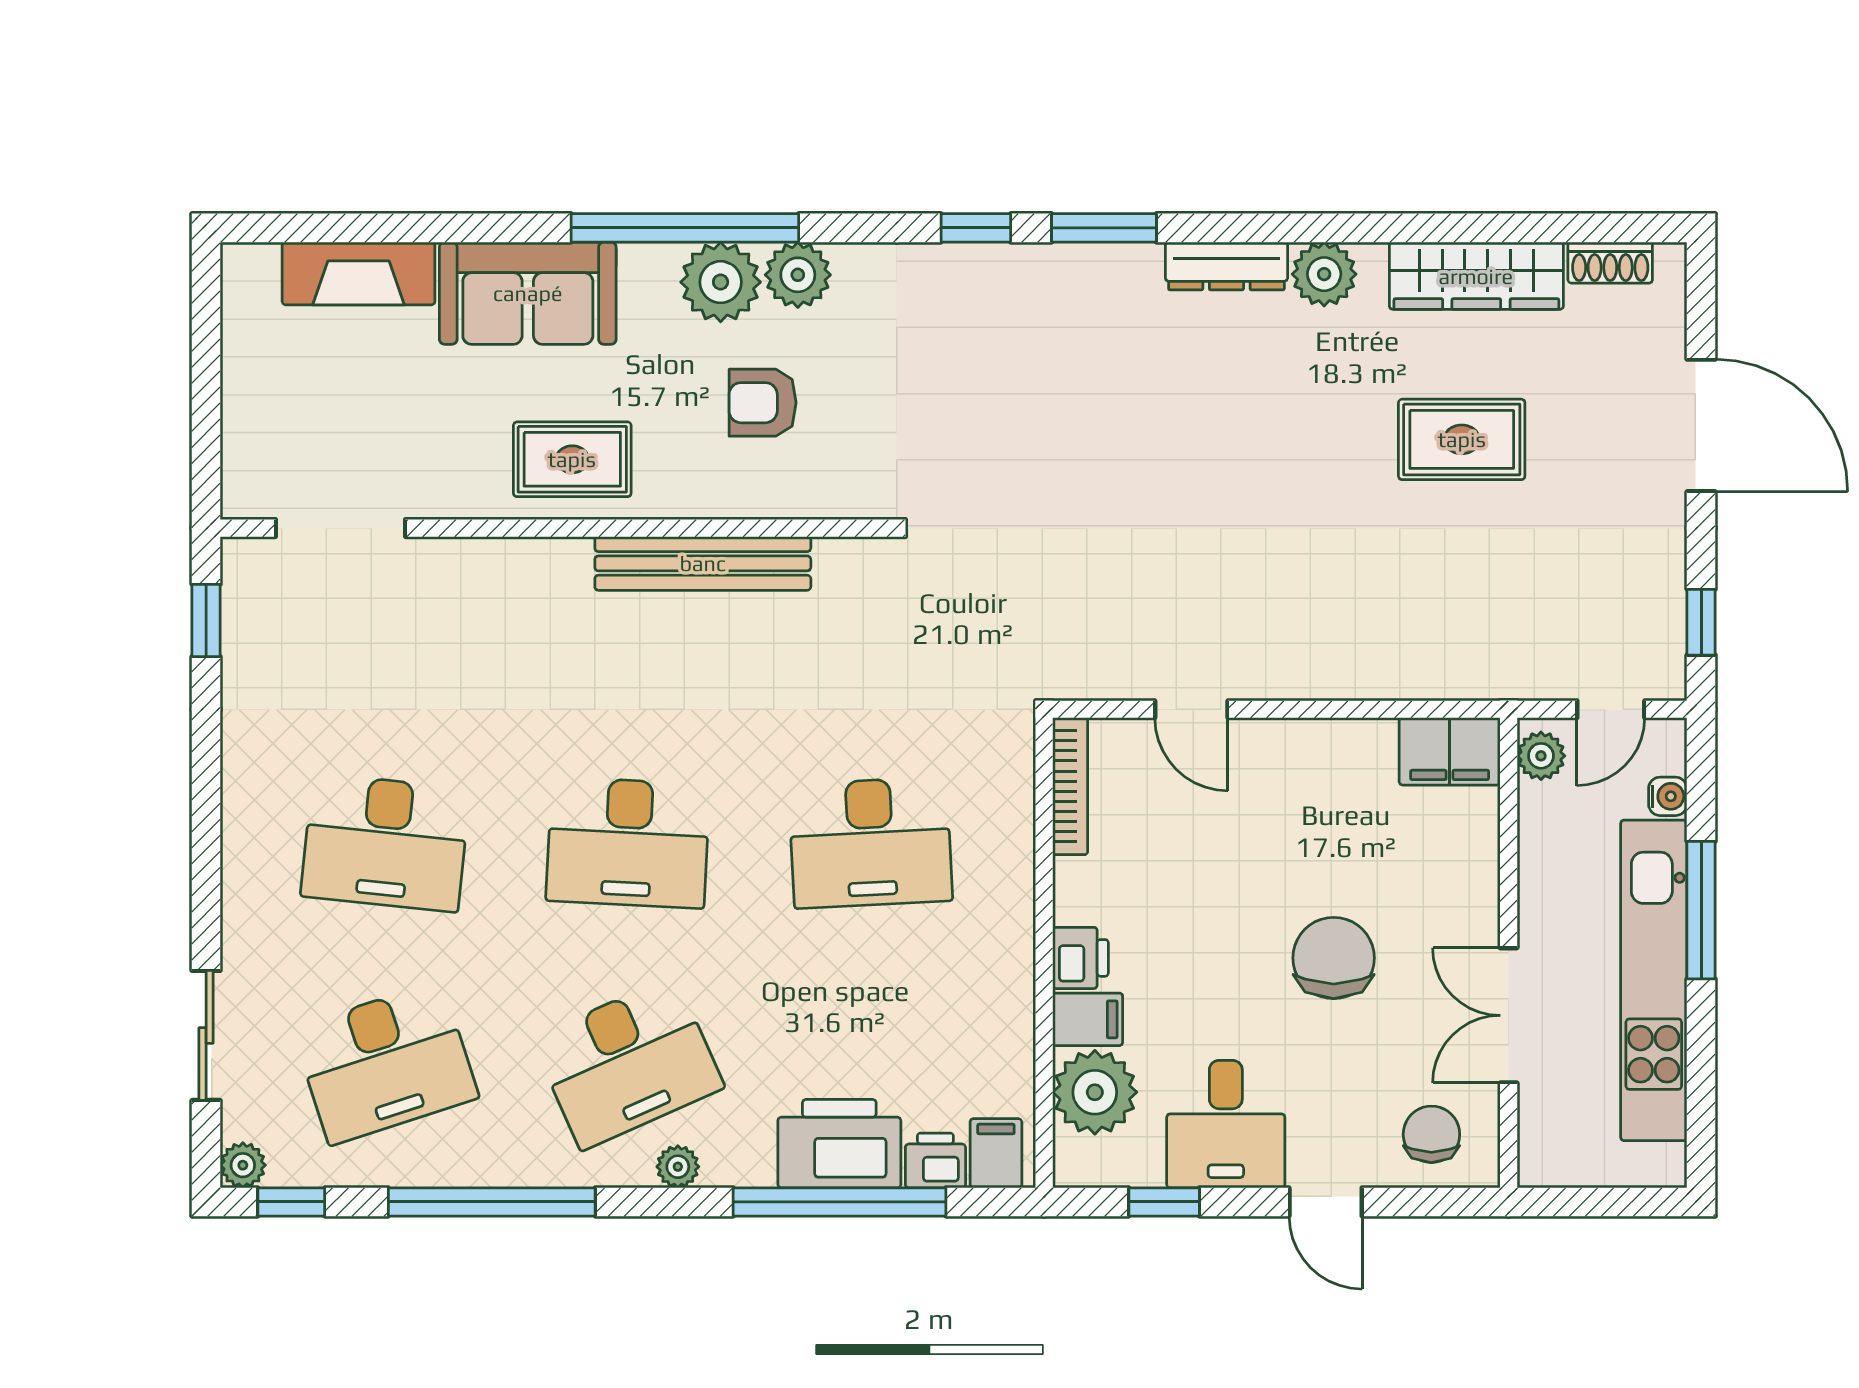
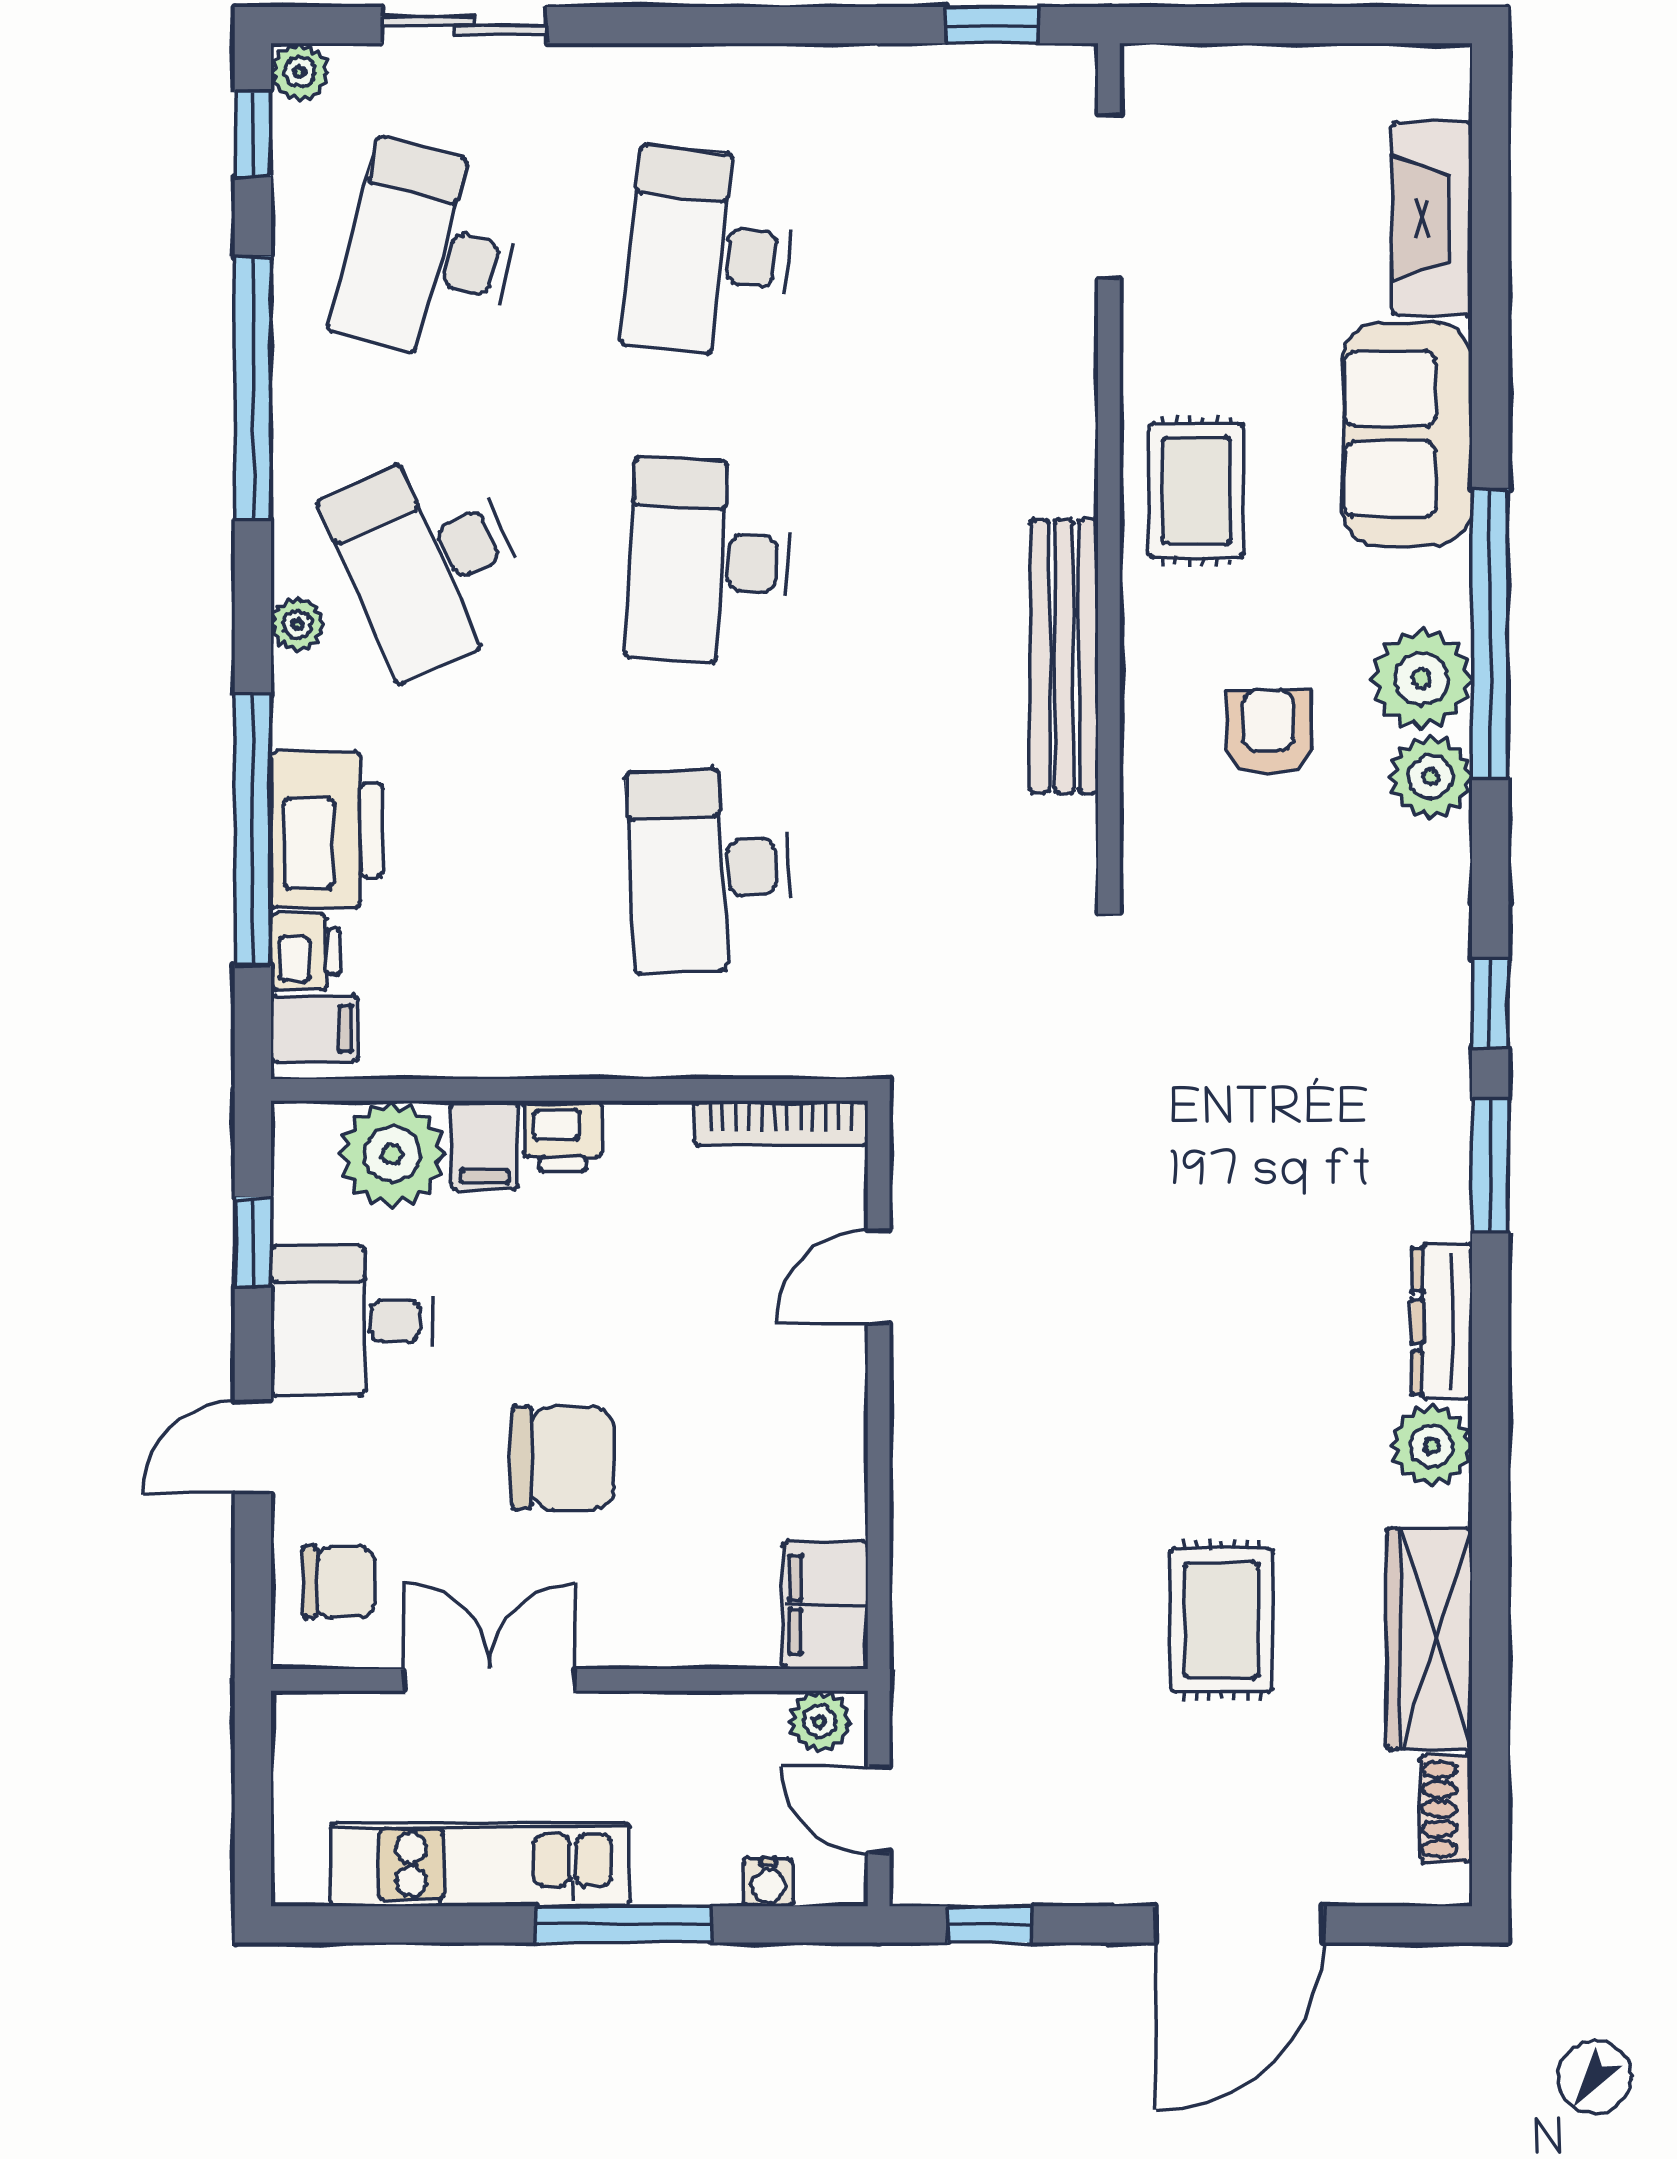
kitchen unit: (1654, 980) -> (480, 1864), width x0.73
desk: (385, 1063) -> (429, 253), turned 33

